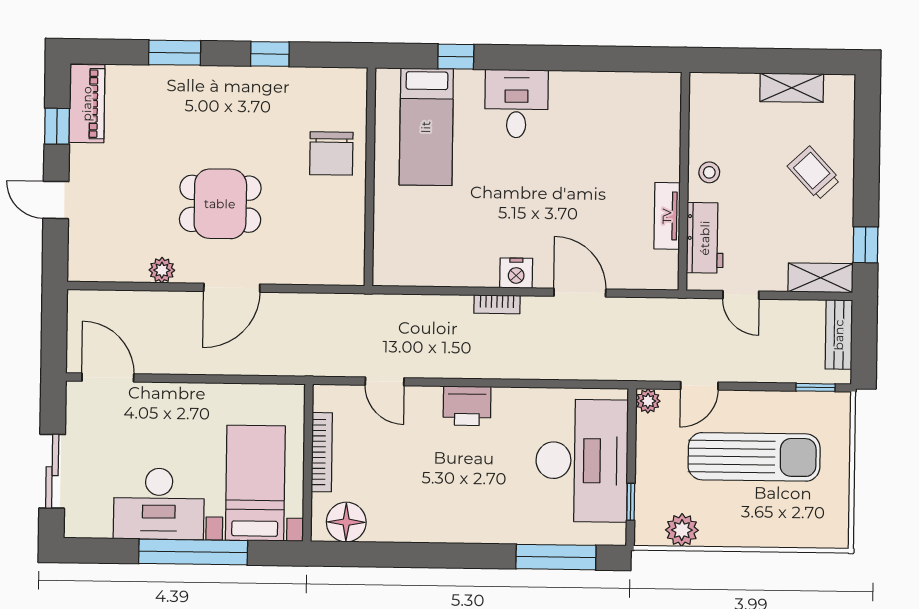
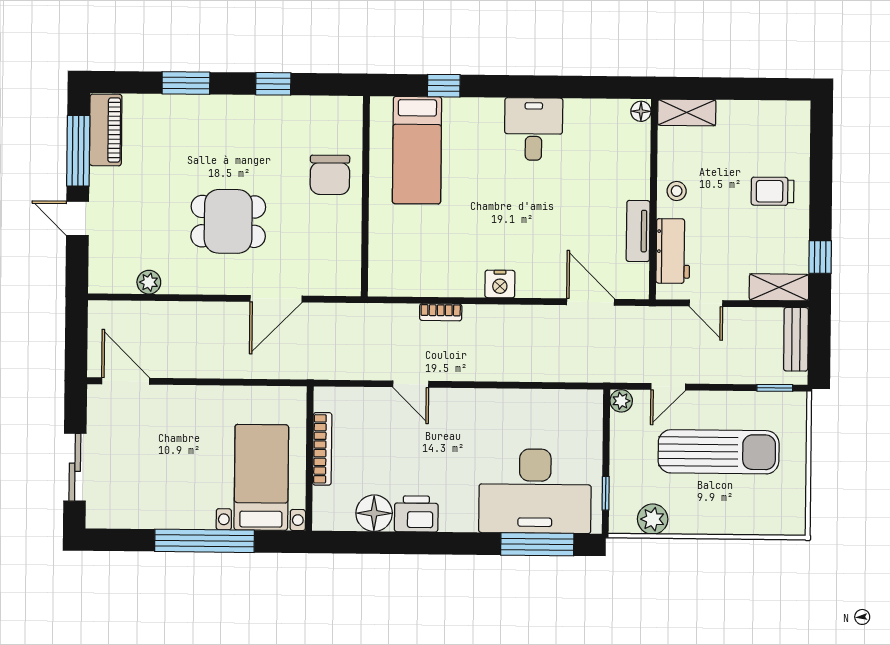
floor lamp: (671, 85) -> (641, 111), added
shelving: (792, 88) -> (687, 112), moved
desk: (516, 104) -> (534, 129), moved
window: (57, 126) -> (78, 151), width x2.17
trolley: (814, 173) -> (773, 191), turned -47
plant: (162, 270) -> (149, 282), moved
door: (232, 288) -> (276, 299), moved
door: (580, 293) -> (590, 302), moved
bookcase: (497, 304) -> (441, 312), moved
door: (385, 381) -> (411, 384), moved
printer: (467, 406) -> (416, 514), moved, turned 180
desk: (582, 461) -> (535, 491), moved, turned 90
desk: (159, 504) -> (173, 497), removed
floor lamp: (346, 522) -> (374, 513), moved

